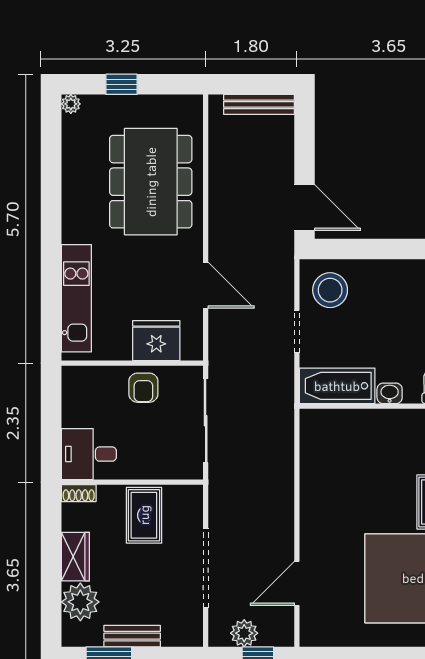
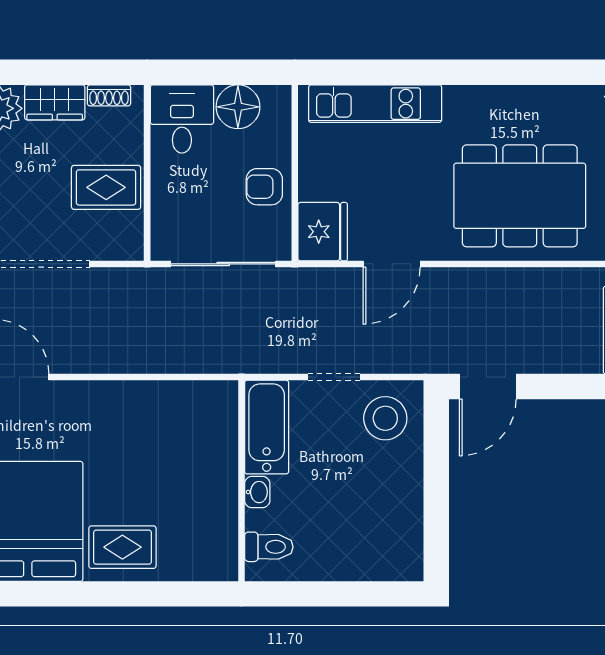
fridge: (156, 341) -> (323, 232), moved
floor lamp: (79, 409) -> (238, 107), added
shoe rack: (79, 493) -> (109, 95), moved, turned -90

